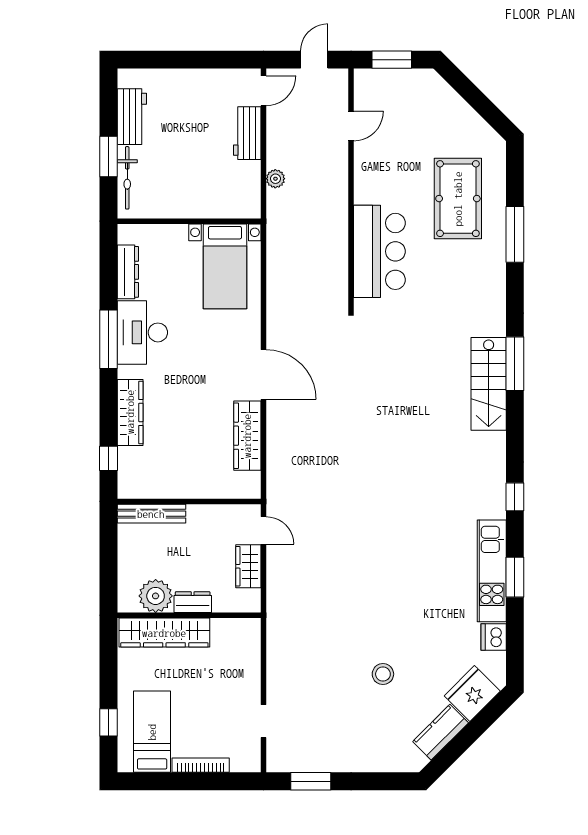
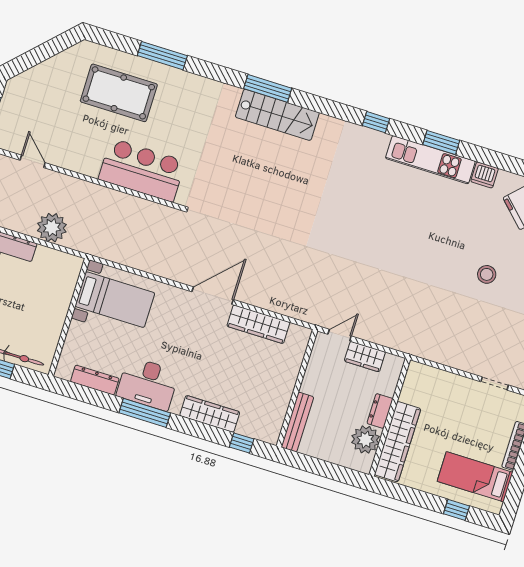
plant: (275, 179) -> (52, 228), width x1.88, depth x1.88

